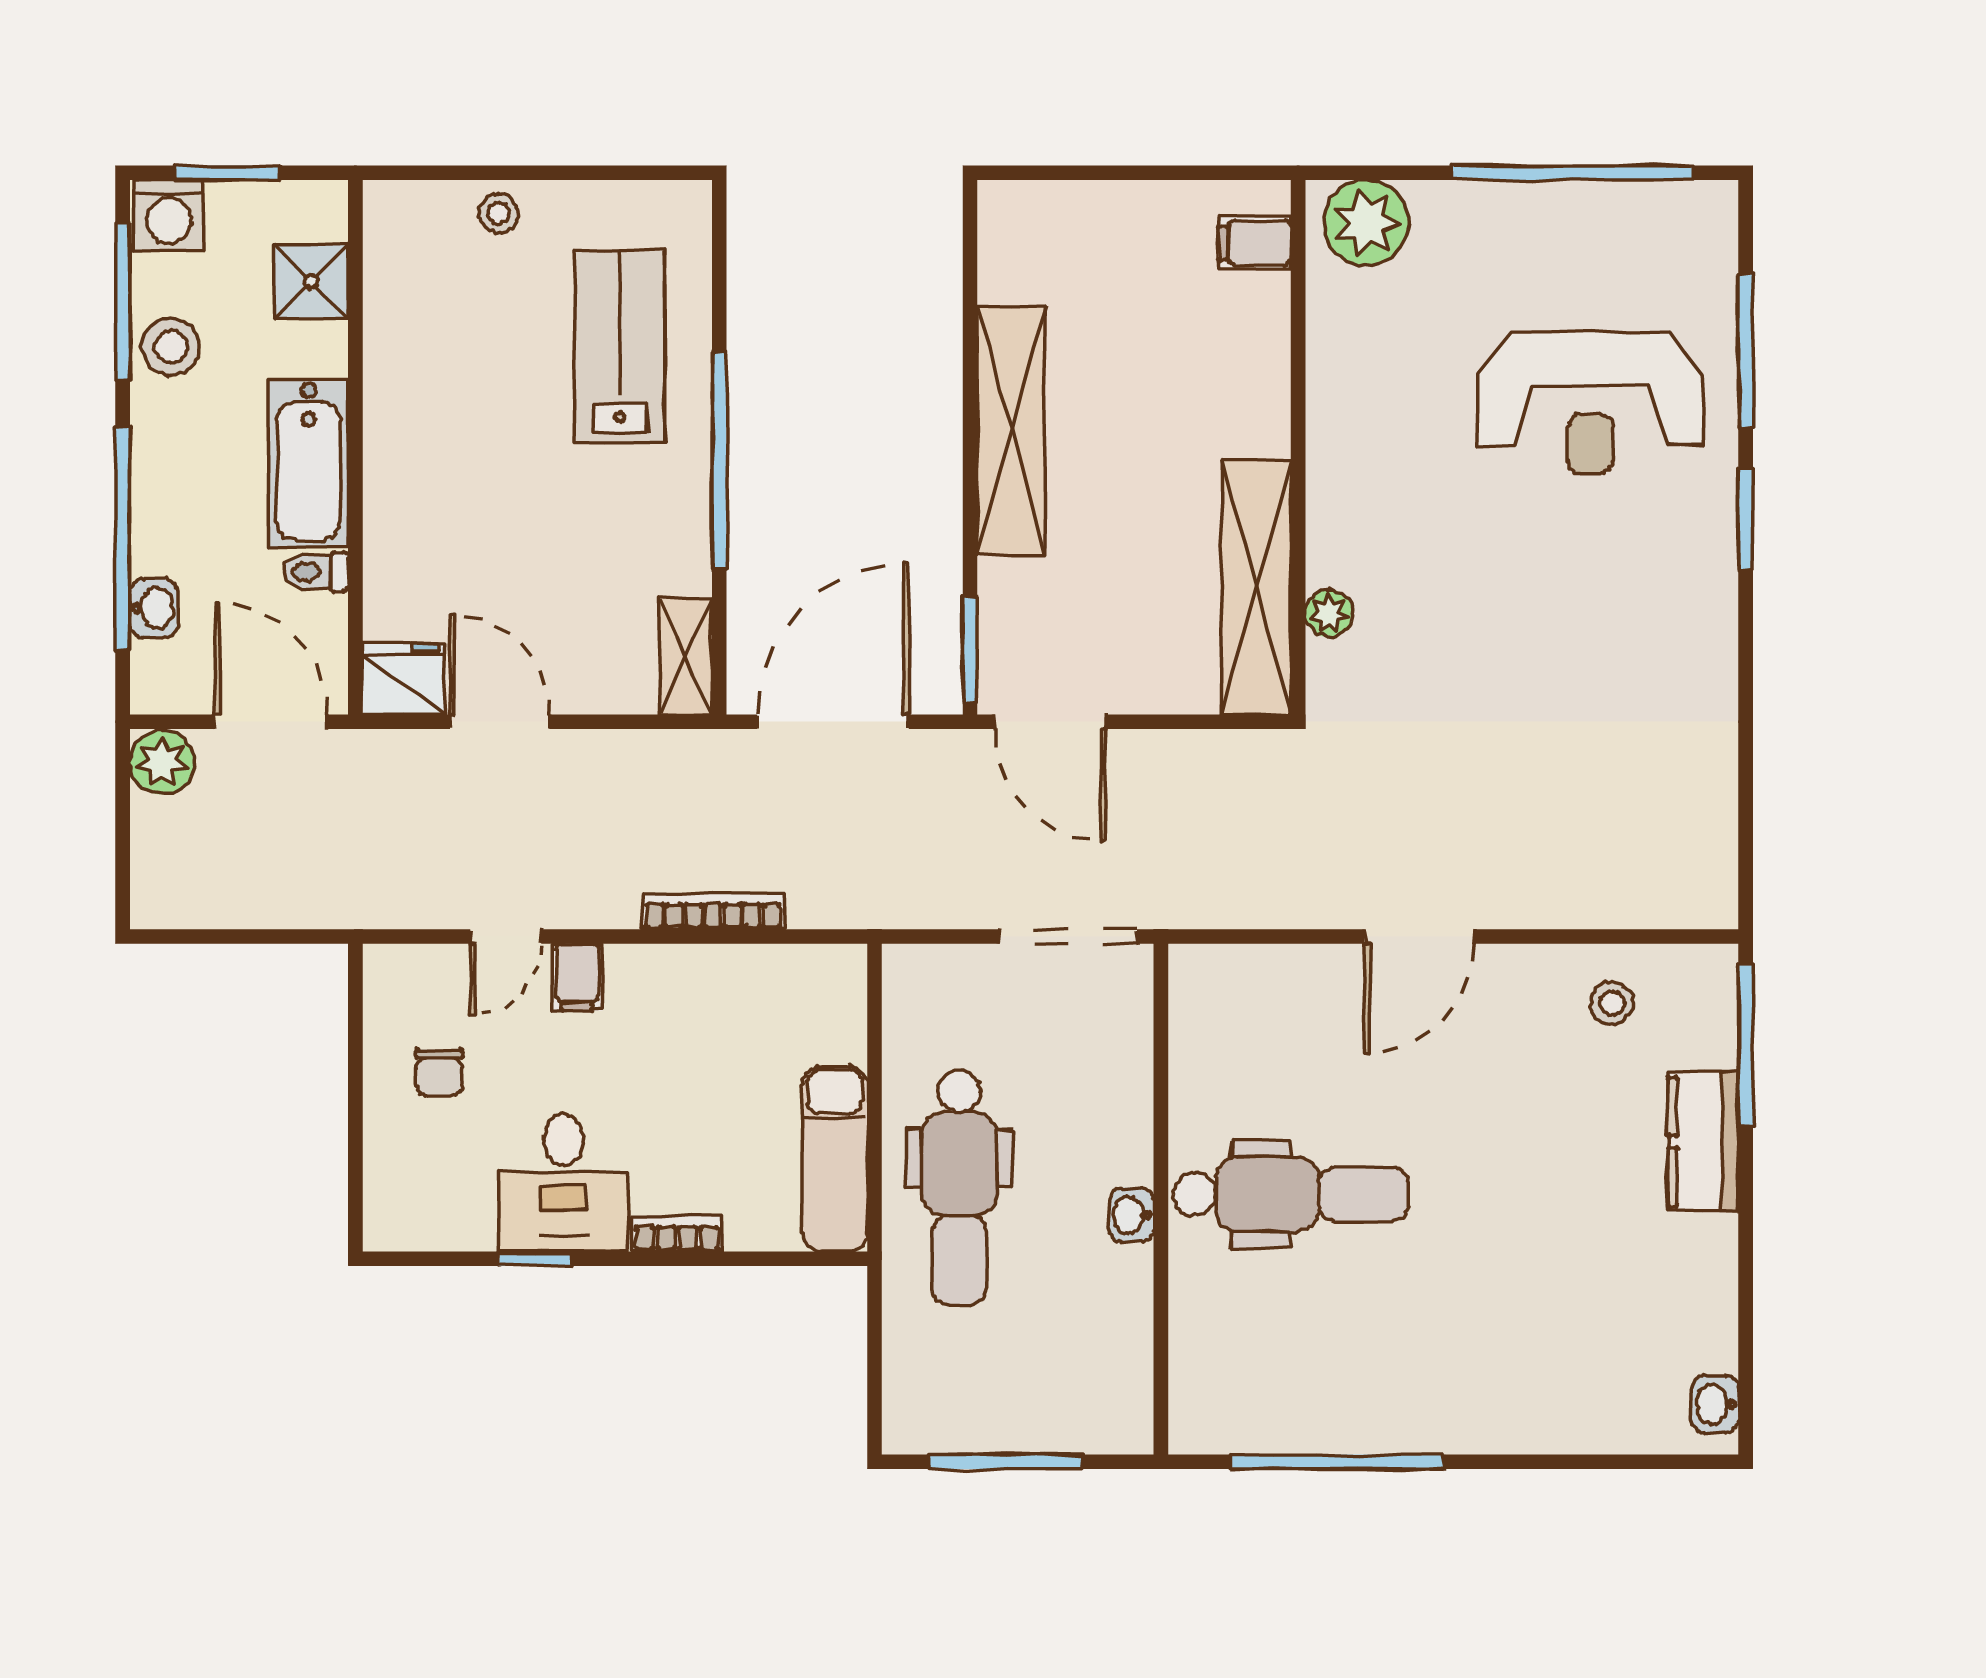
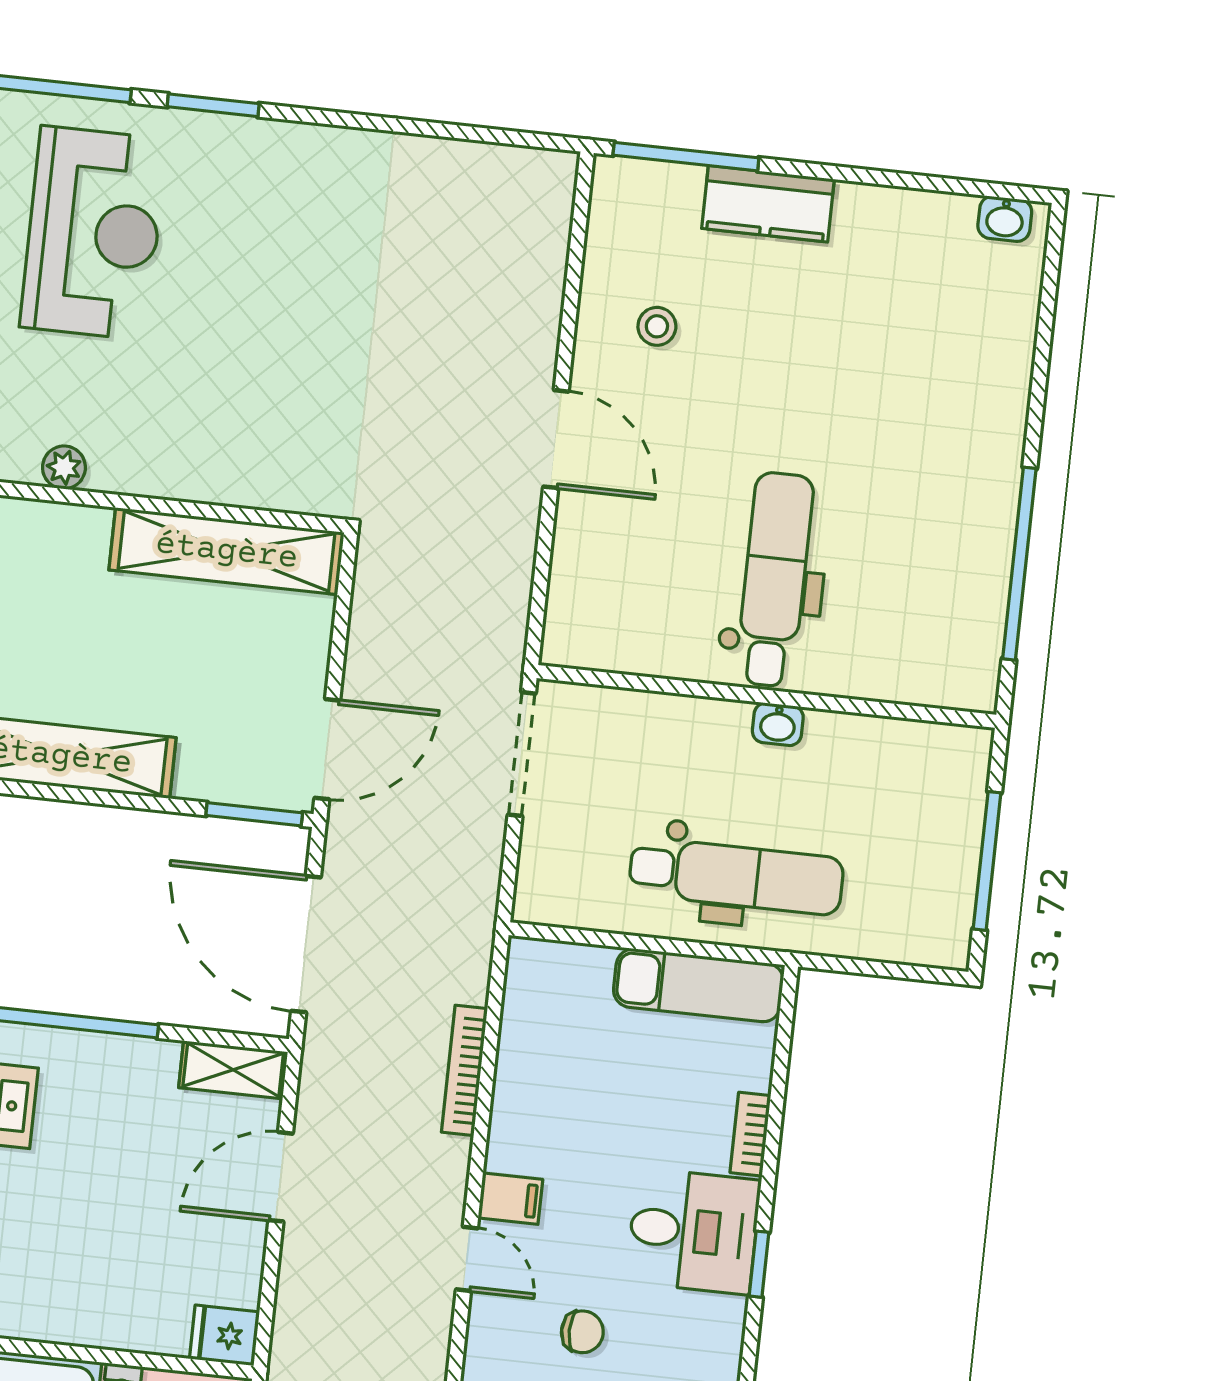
plant: (1329, 613) -> (64, 467), moved
fridge: (404, 679) -> (224, 1335), width x0.72
door: (500, 722) -> (281, 1177), moved
stool: (1612, 1003) -> (657, 326), moved

